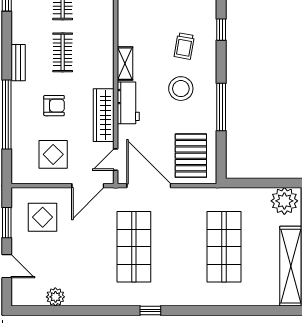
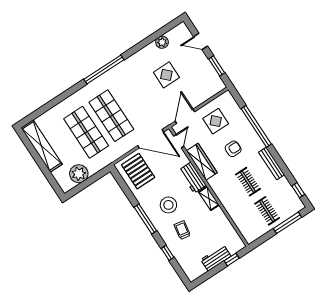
bench: (18, 63) -> (272, 163), width x1.36
armchair: (54, 106) -> (233, 149), turned 180
window: (221, 107) -> (145, 219), moved
plant: (284, 201) -> (79, 174), moved
display table: (43, 217) -> (166, 75), moved
shop shelf: (134, 247) -> (111, 116), moved
window: (150, 310) -> (104, 69), width x3.17

